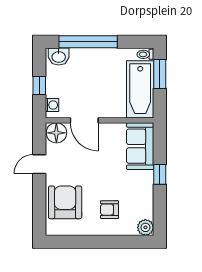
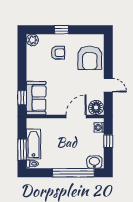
bathtub: (140, 89) -> (33, 144), width x0.73, depth x0.73
door: (84, 120) -> (76, 116), hinge flipped
door: (39, 164) -> (108, 85), hinge flipped
window: (160, 174) -> (22, 98), moved
window: (105, 242) -> (61, 30), added

